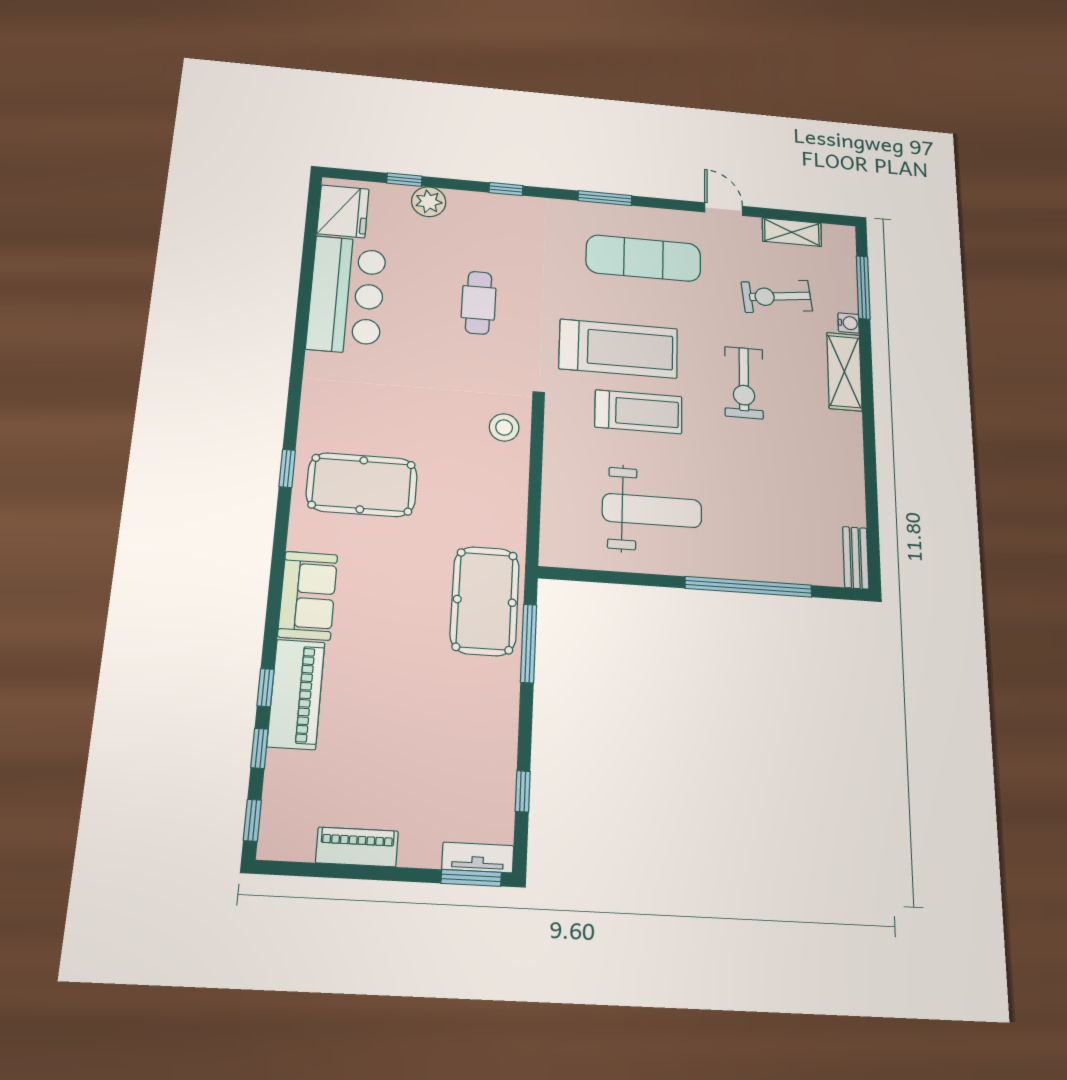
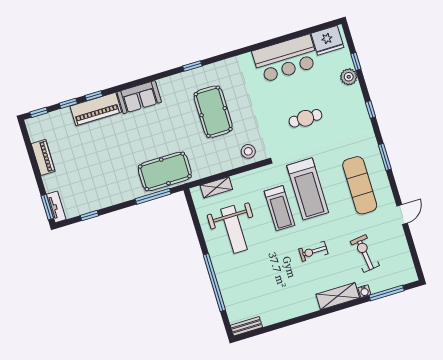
shelving: (792, 232) -> (216, 187), moved, turned 90
exercise bike: (744, 383) -> (313, 251), width x0.73, depth x0.72
pool table: (362, 485) -> (213, 112), moved

